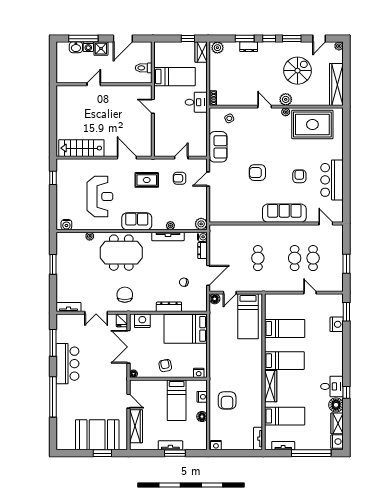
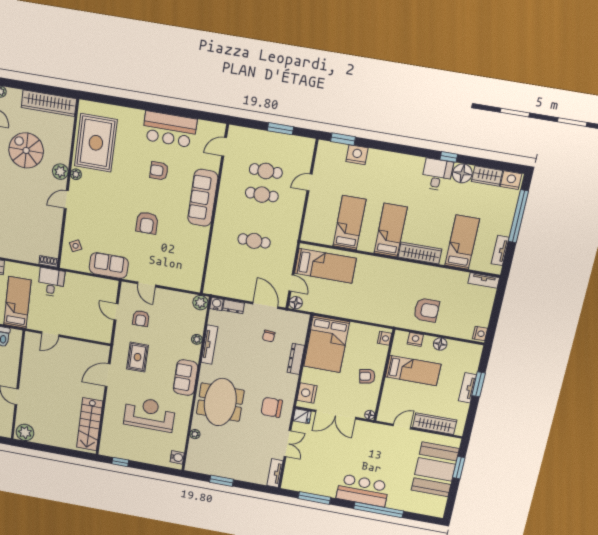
plant: (64, 95) -> (25, 432), added
bar counter: (67, 364) -> (363, 490), moved

